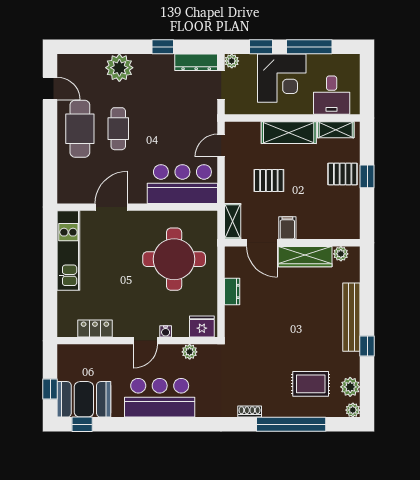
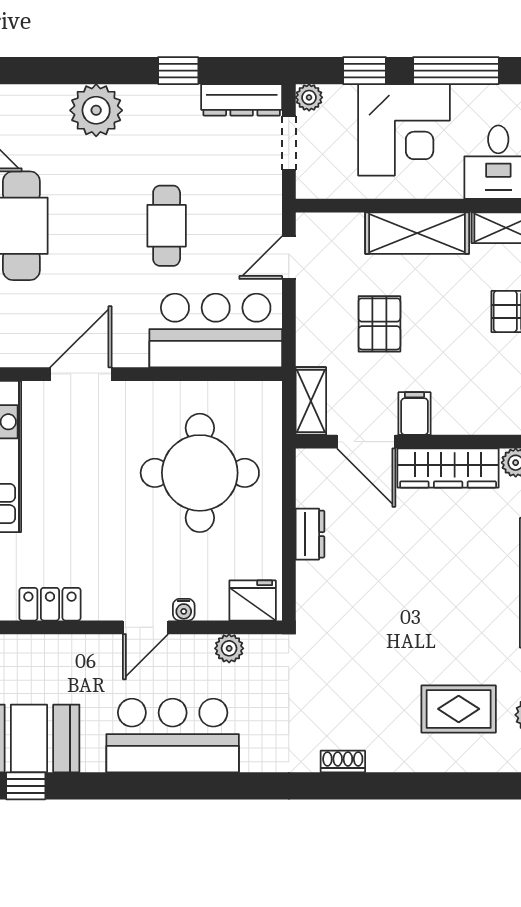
cafe table: (118, 129) -> (167, 226), moved
pallet: (269, 181) -> (379, 324), turned 90
window: (291, 424) -> (422, 786), removed

